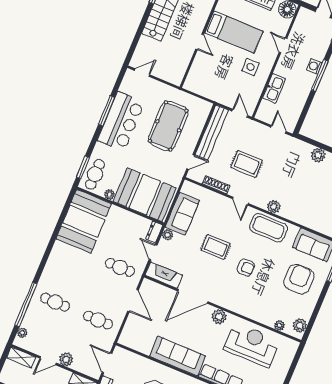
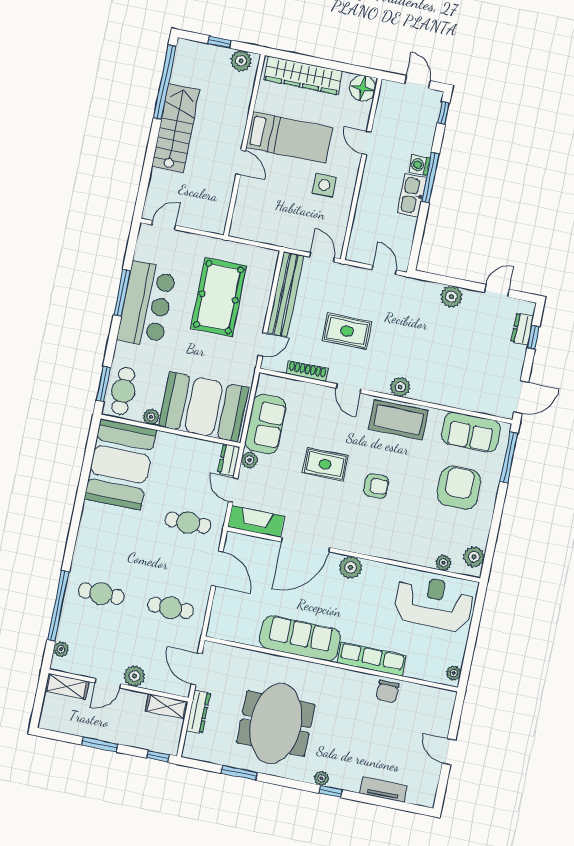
kitchen sink: (274, 88) -> (412, 195), moved, turned 180
reception desk: (252, 345) -> (433, 603), moved

